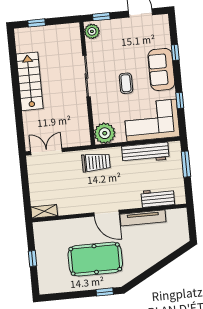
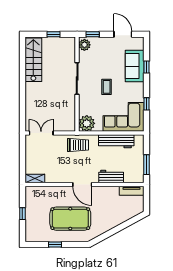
window: (37, 23) -> (53, 34), moved
sofa: (161, 69) -> (135, 66), moved
stairs: (30, 81) -> (33, 60), moved
window: (186, 164) -> (146, 165), moved
workbench: (158, 198) -> (111, 177), moved
tv unit: (143, 218) -> (132, 191), moved, width x0.71
window: (105, 292) -> (55, 244), moved

